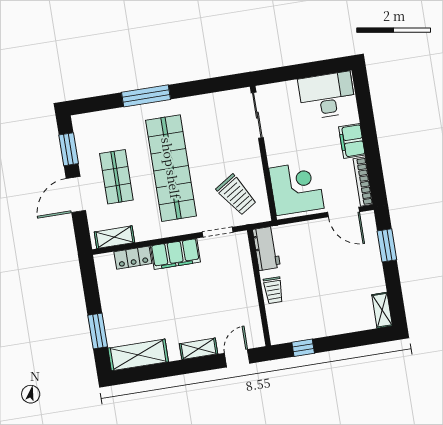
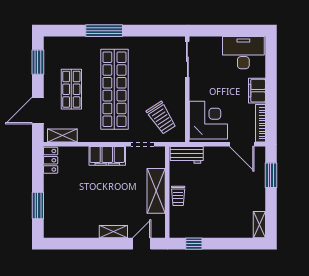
door: (76, 194) -> (38, 110), moved
workbench: (266, 248) -> (187, 155), moved, turned 90
locker: (133, 258) -> (51, 160), moved, turned -90
shelving: (138, 355) -> (156, 191), moved, turned 90

